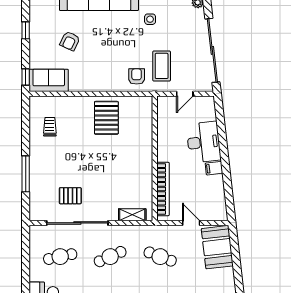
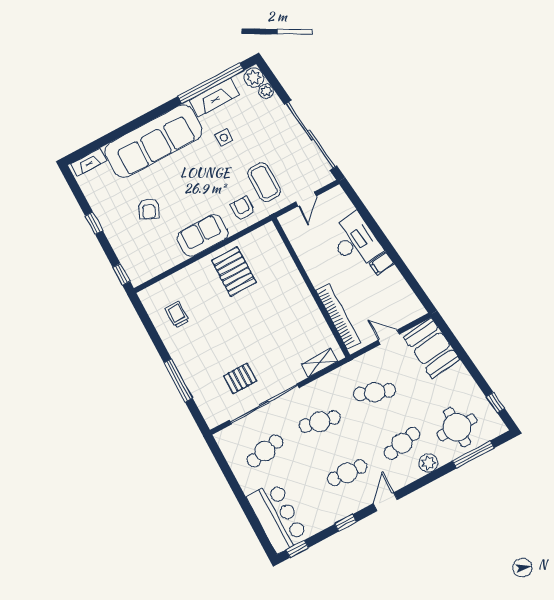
sofa: (49, 80) -> (203, 235), moved
cafe table: (110, 257) -> (320, 422), turned 36

